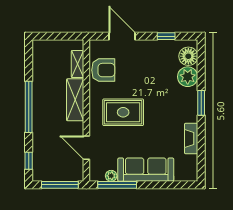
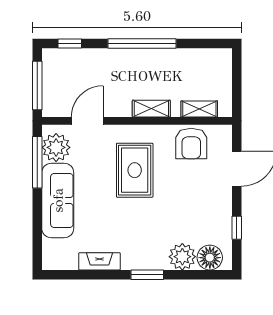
shelving: (75, 100) -> (151, 109), width x0.67, depth x0.75
plant: (111, 176) -> (56, 147), width x1.87, depth x1.87

